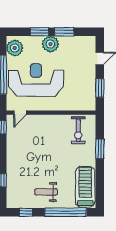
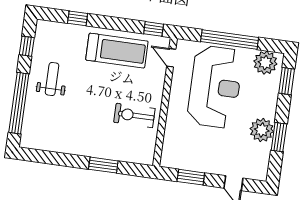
window: (39, 32) -> (287, 81), moved
plant: (50, 44) -> (262, 130), moved
exercise bike: (78, 130) -> (134, 115), moved
treadmill: (85, 187) -> (117, 51), moved

